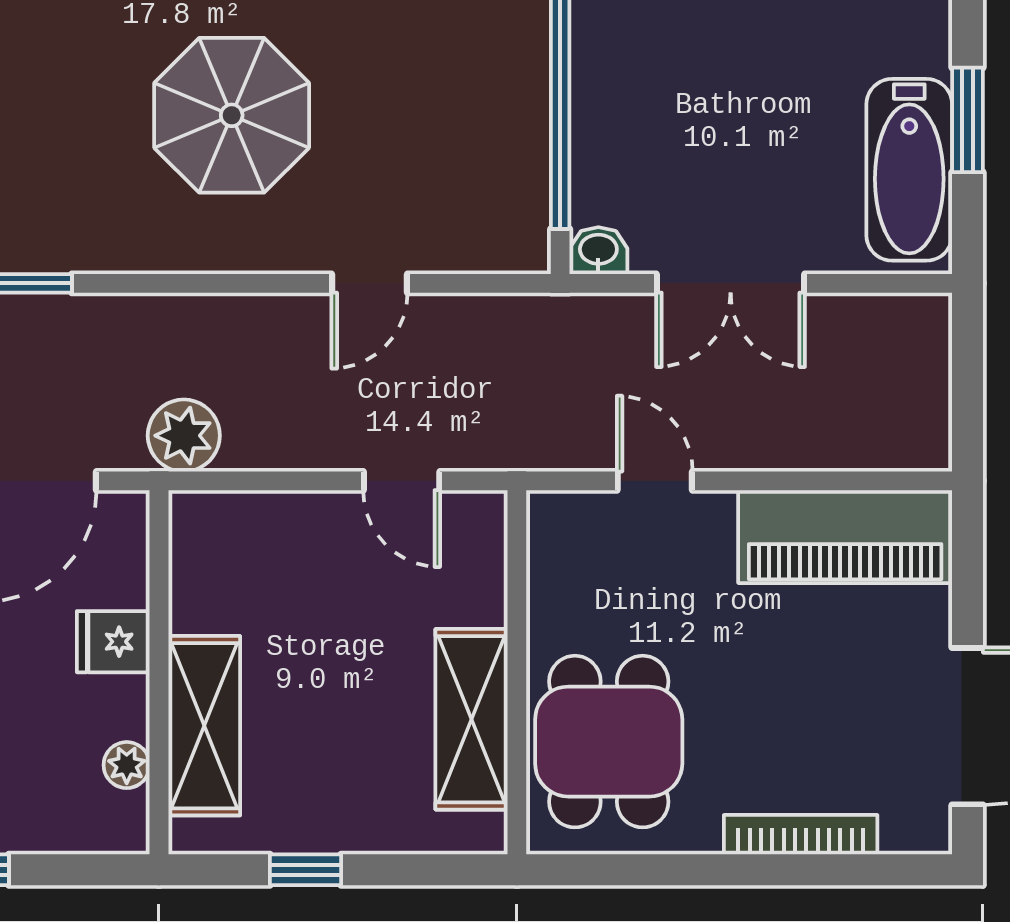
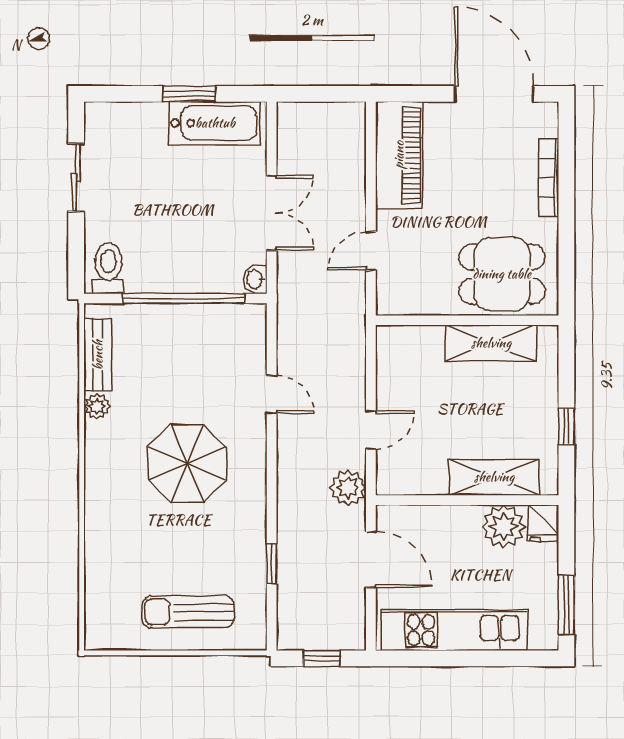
door: (402, 481) -> (371, 430), moved
fridge: (113, 642) -> (543, 523), moved
plant: (127, 765) -> (504, 527), width x1.88, depth x1.88

